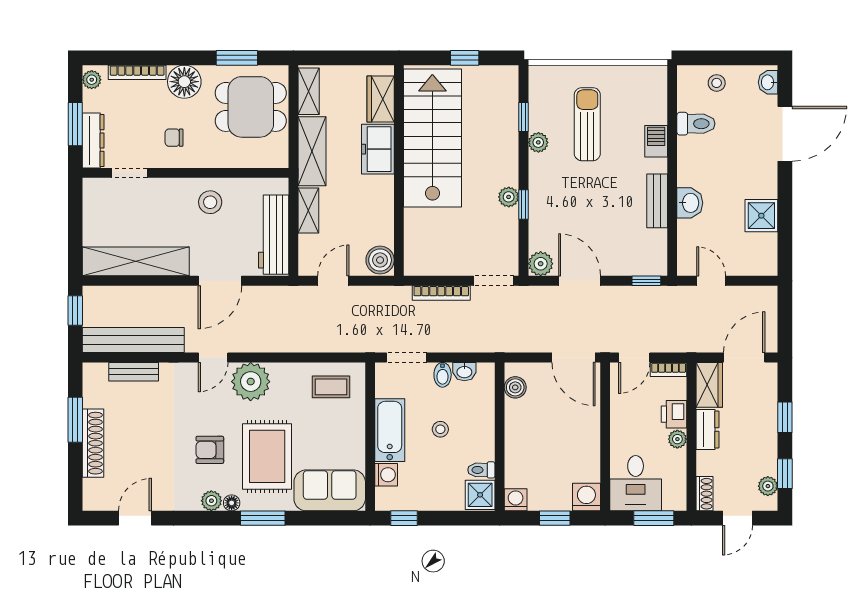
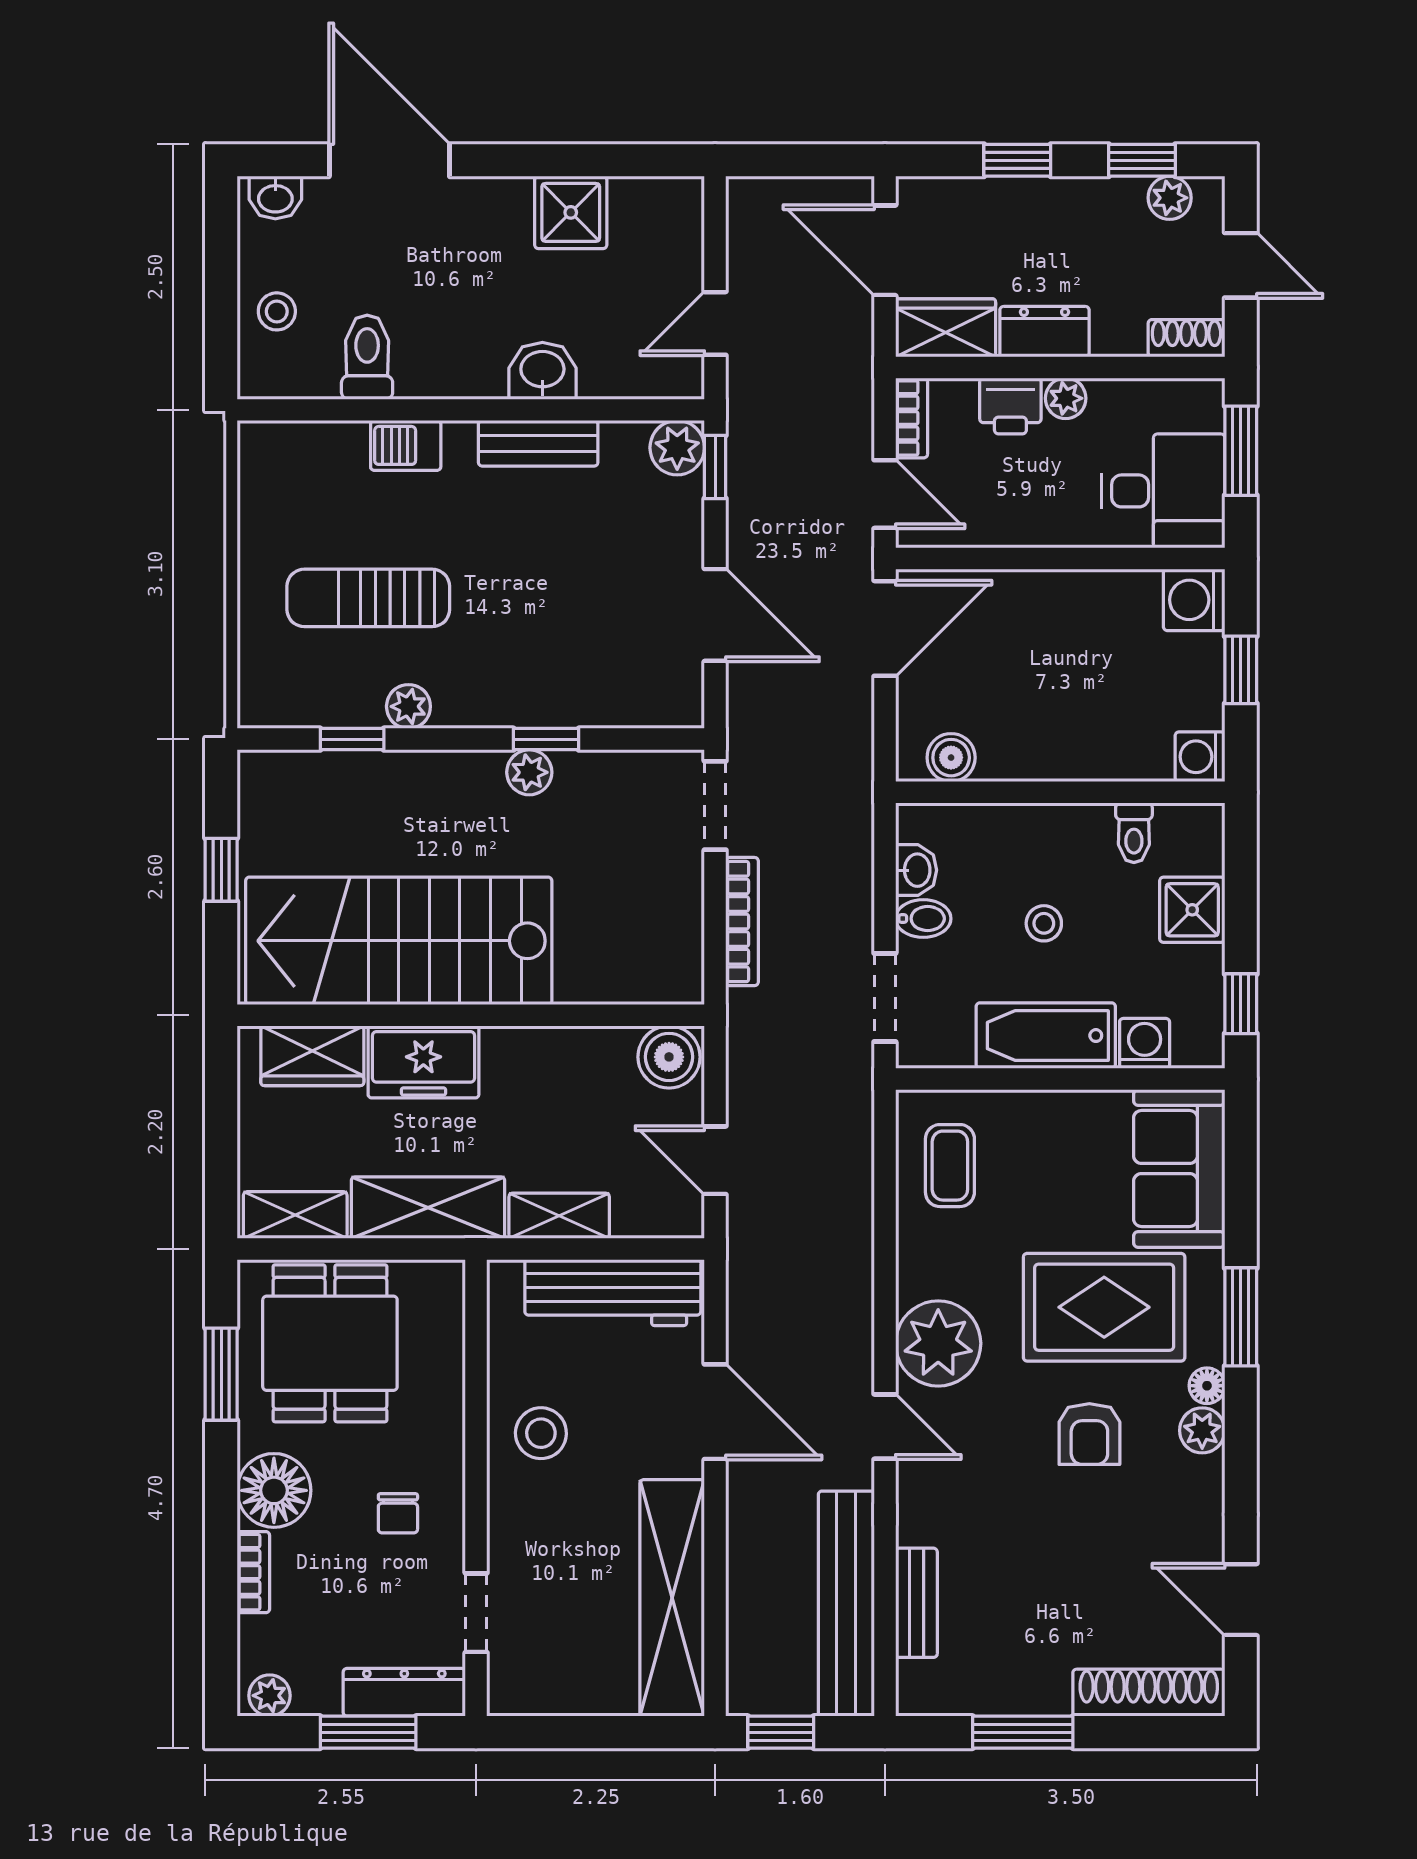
bookcase: (137, 72) -> (253, 1572), width x0.64
plant: (541, 264) -> (677, 448), moved
door: (580, 281) -> (715, 615), swing flipped
shoe rack: (93, 443) -> (1149, 1693), moved
shower: (480, 495) -> (1192, 910), moved

